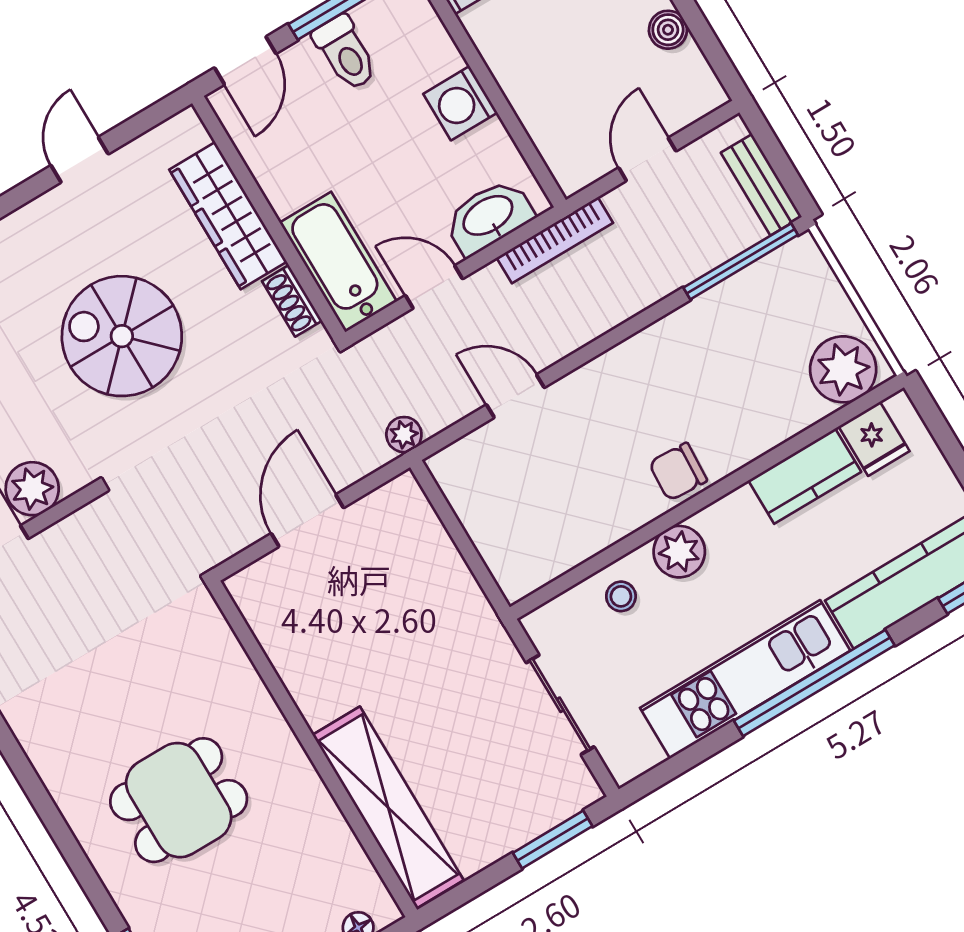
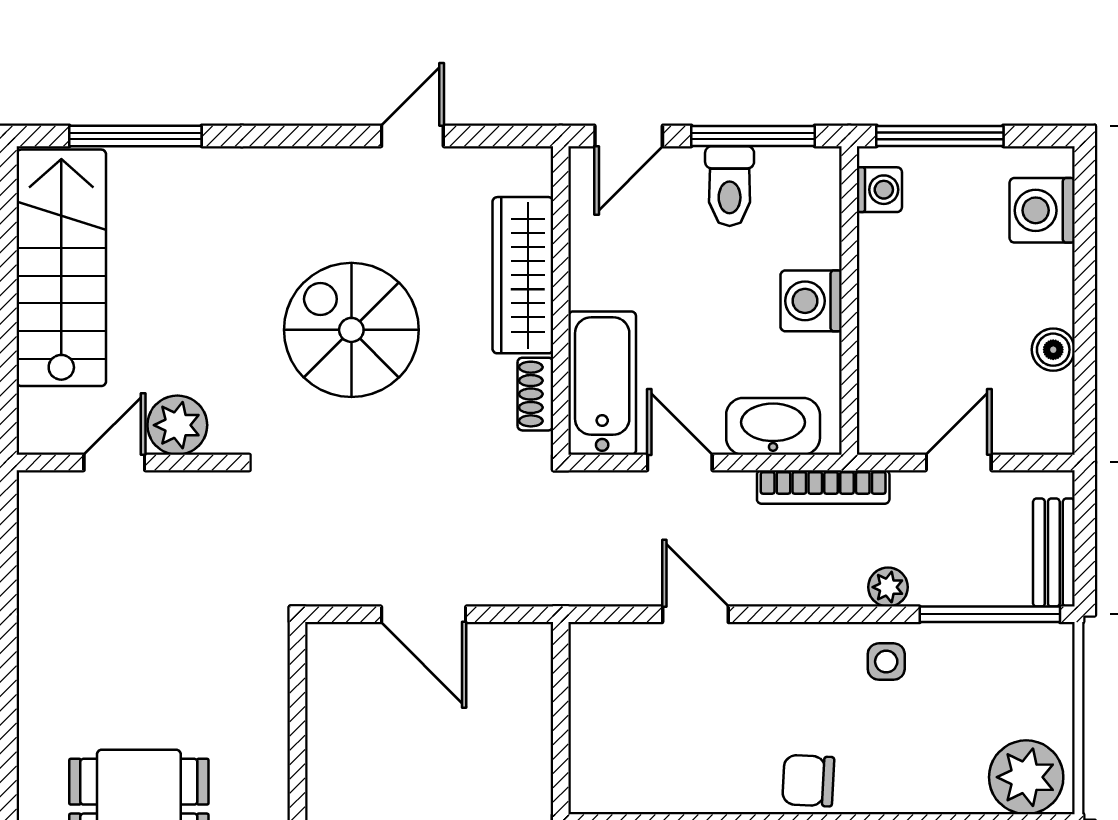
side table: (683, 345) -> (886, 662), added
plant: (404, 435) -> (888, 587), moved
door: (307, 521) -> (424, 614), swing flipped

